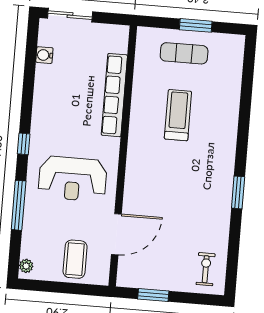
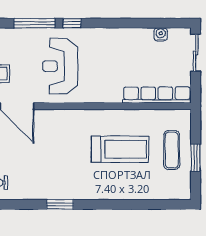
row of seats: (114, 95) -> (157, 95), moved
treadmill: (178, 115) -> (120, 149), width x1.37, depth x1.38
window: (24, 144) -> (72, 23), moved

